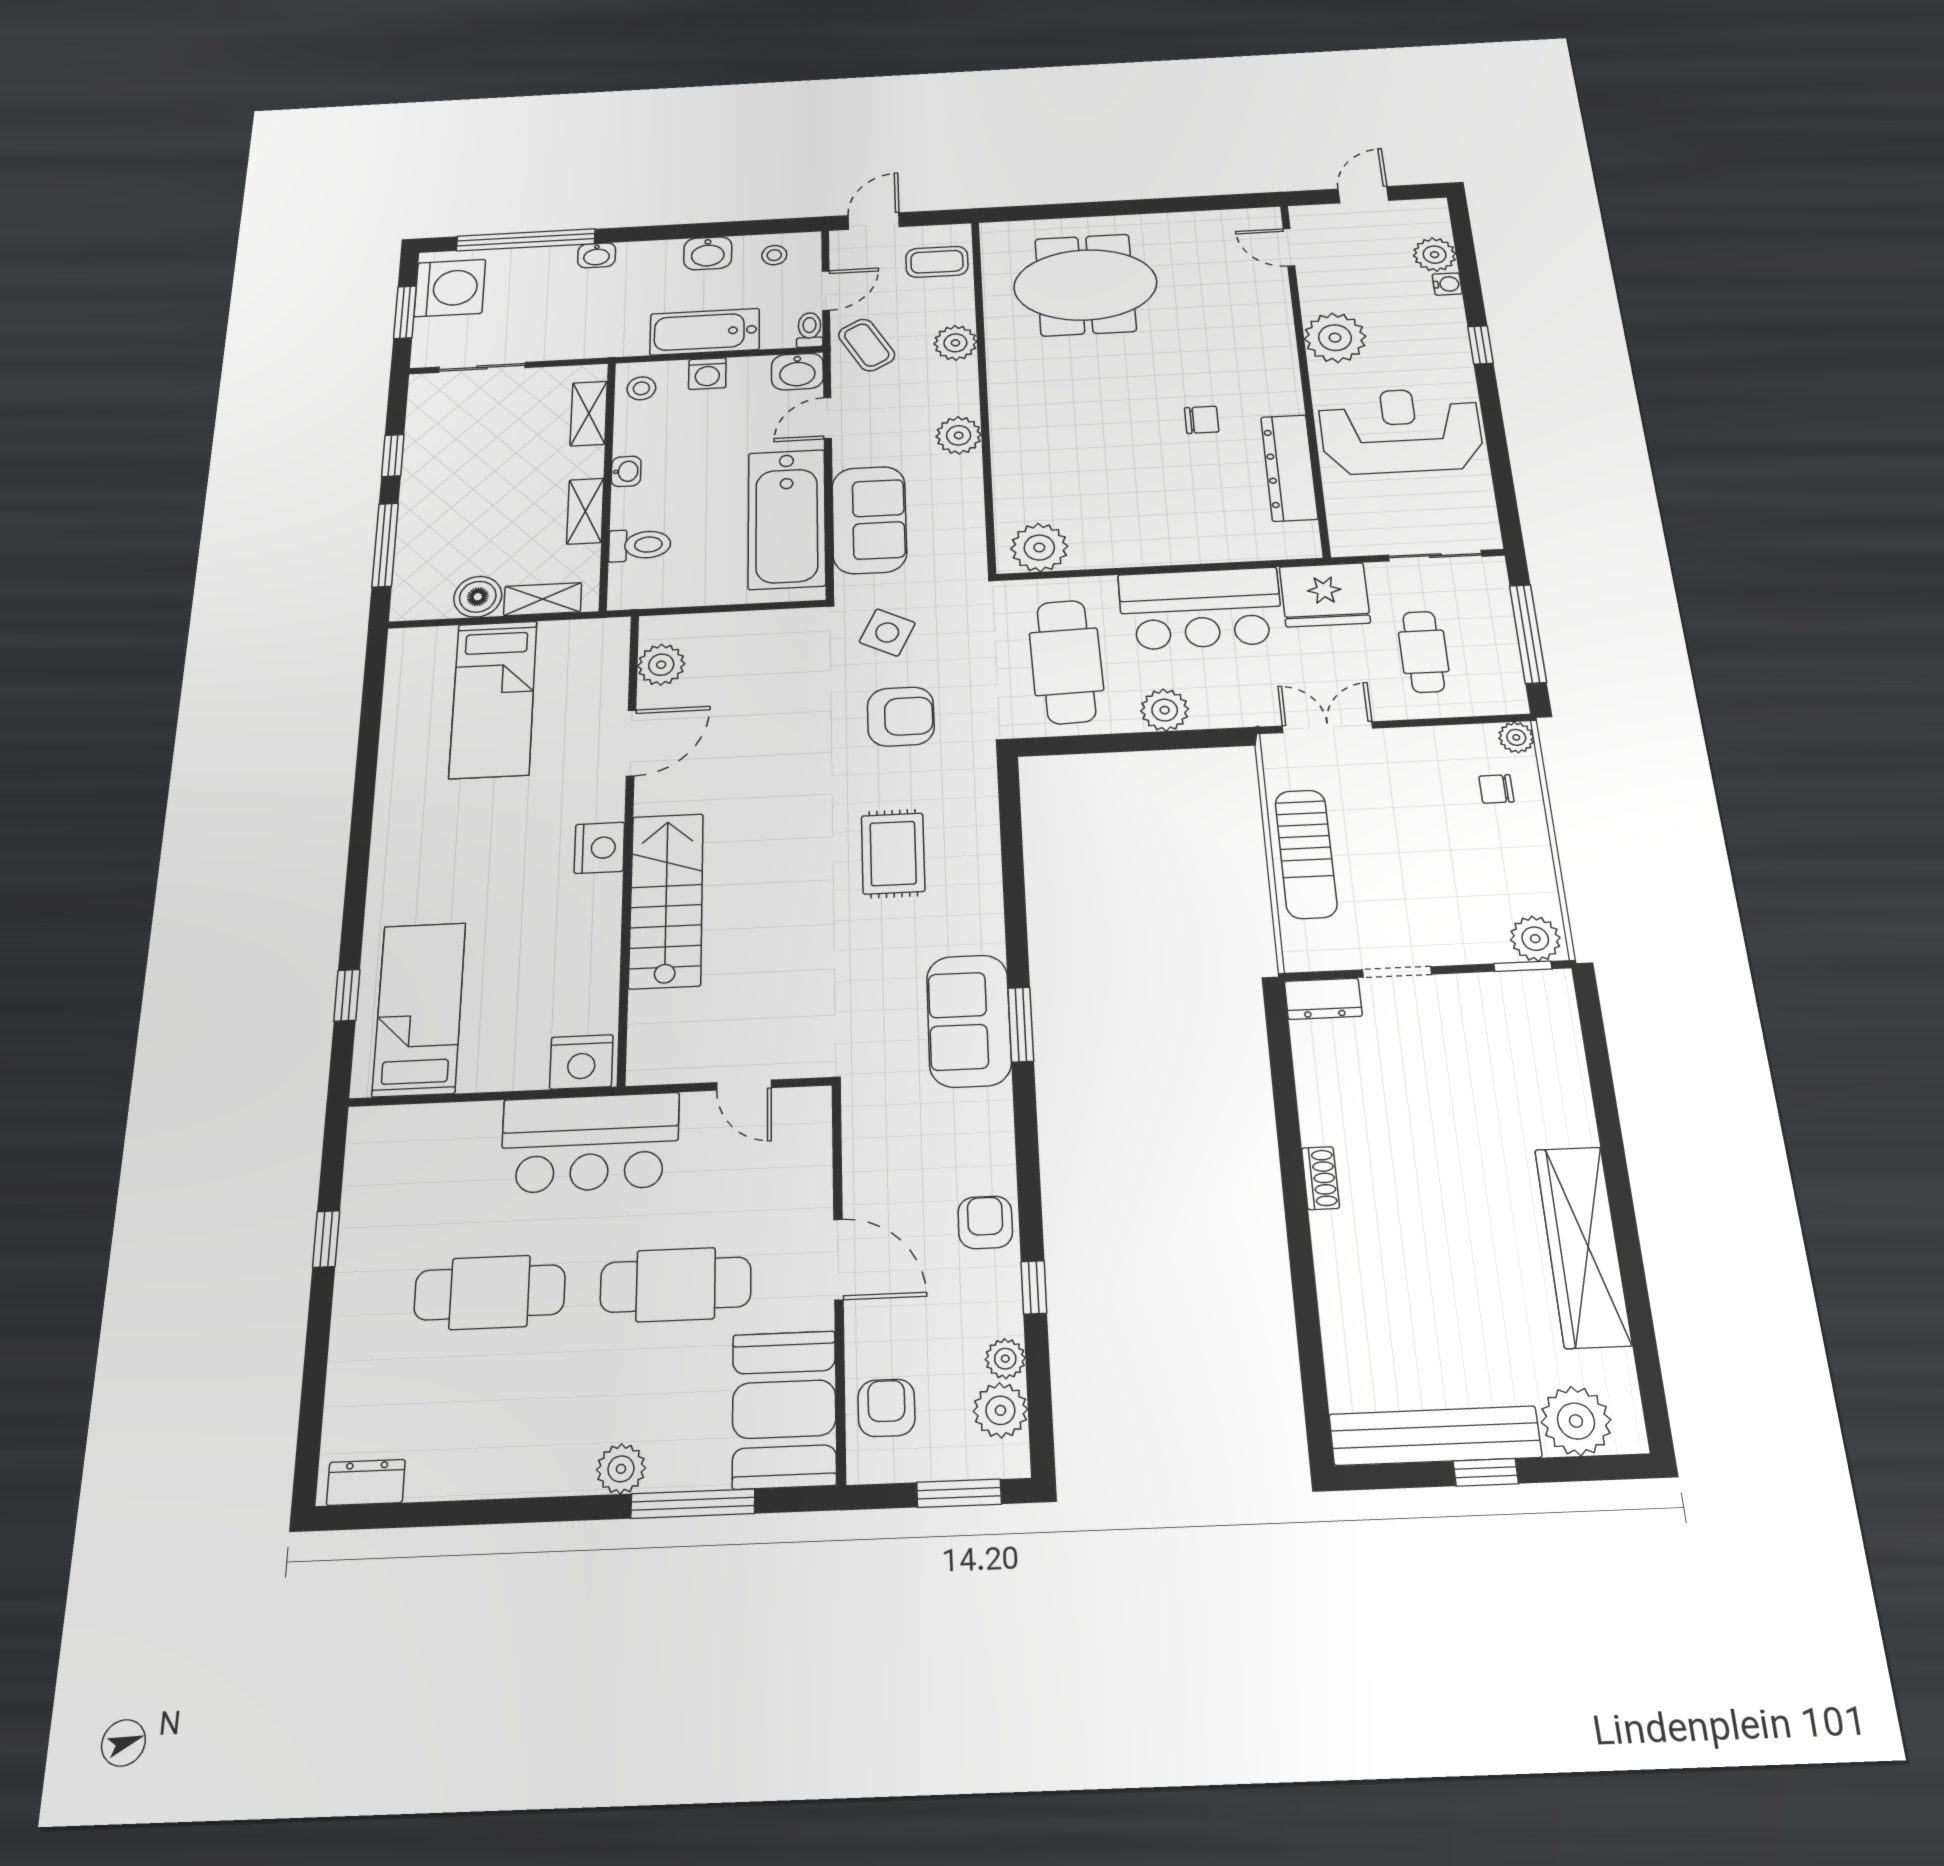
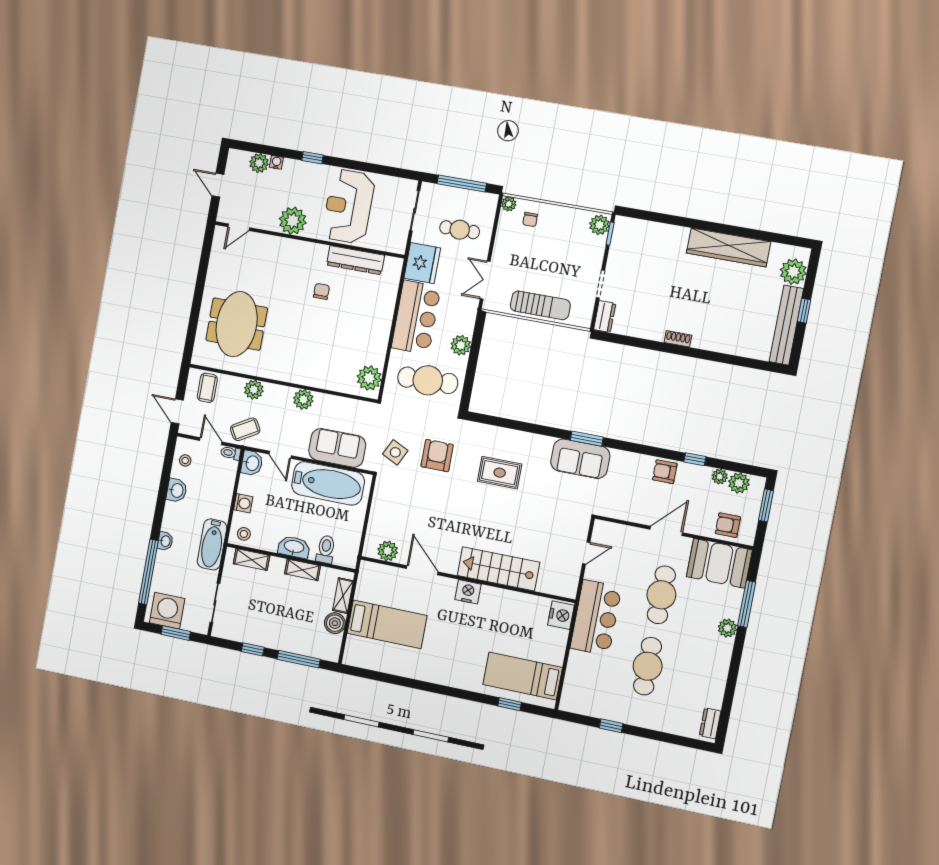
bathtub: (705, 332) -> (212, 544), moved
washbasin: (626, 471) -> (294, 547), width x1.91, depth x1.45

